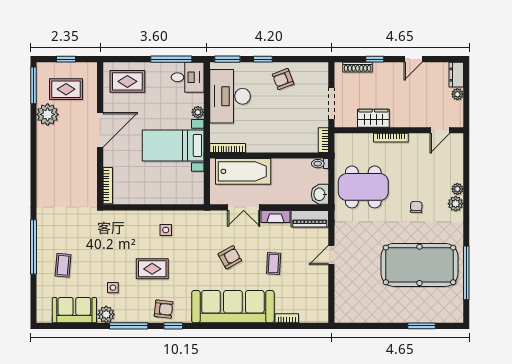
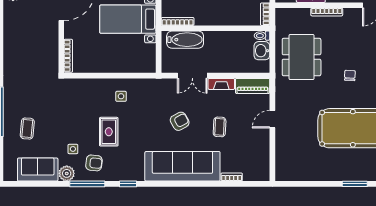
bathtub: (243, 171) -> (185, 40), width x0.73, depth x0.73
dining table: (363, 187) -> (302, 57), turned 90
washbasin: (320, 194) -> (262, 51), moved
rug: (152, 269) -> (109, 132), turned 90
armchair: (164, 309) -> (94, 163), moved

